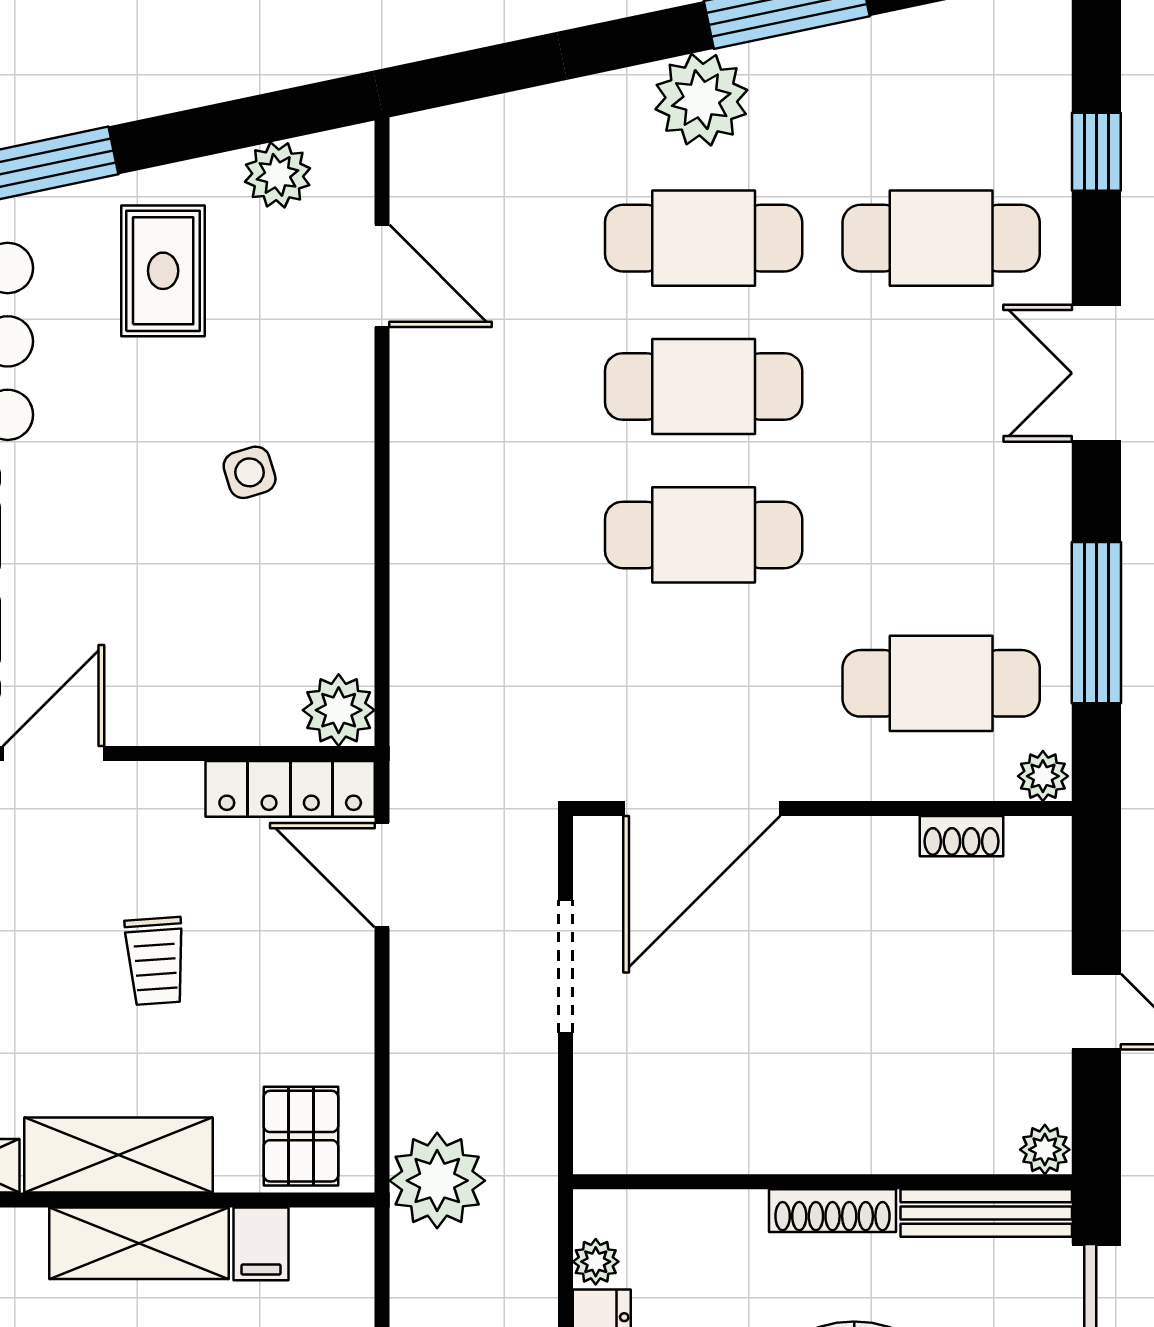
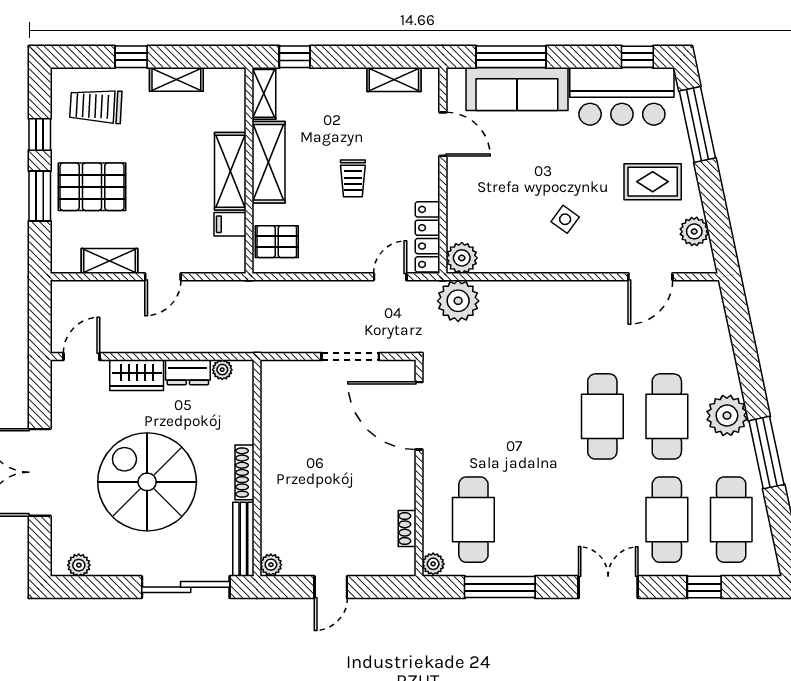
side table: (250, 472) -> (565, 219), turned -37
cafe table: (704, 535) -> (731, 520), moved
door: (382, 875) -> (390, 277), width x0.73
trolley: (155, 961) -> (353, 178), turned -86
plant: (437, 1181) -> (458, 301), moved

